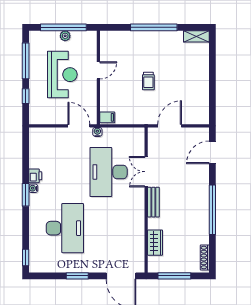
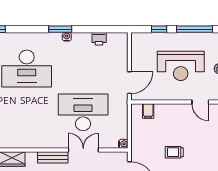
door: (98, 70) -> (200, 102), moved
filing cabinet: (107, 117) -> (148, 111), moved
water cooler: (97, 132) -> (123, 144), moved
printer: (35, 176) -> (99, 39), moved

